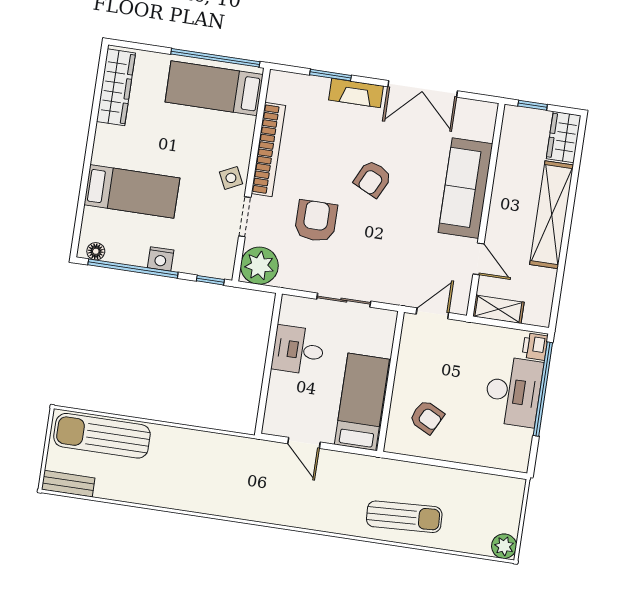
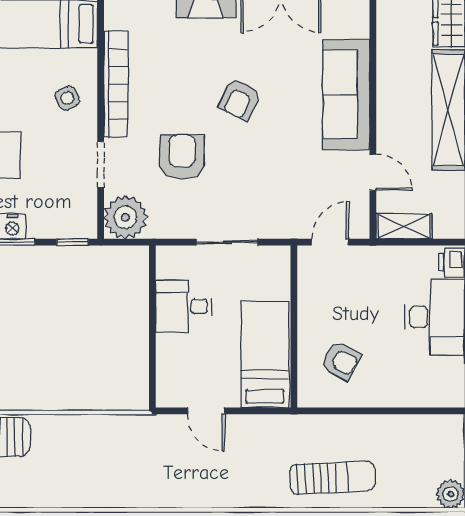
side table: (231, 178) -> (67, 98), moved

